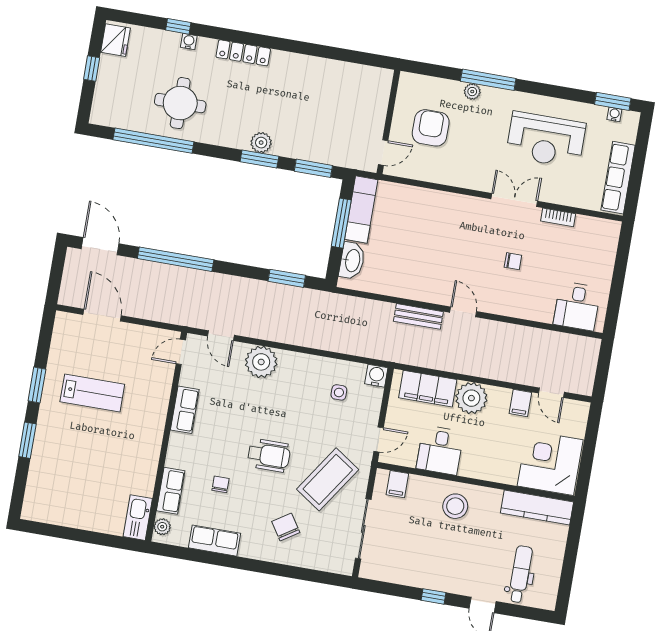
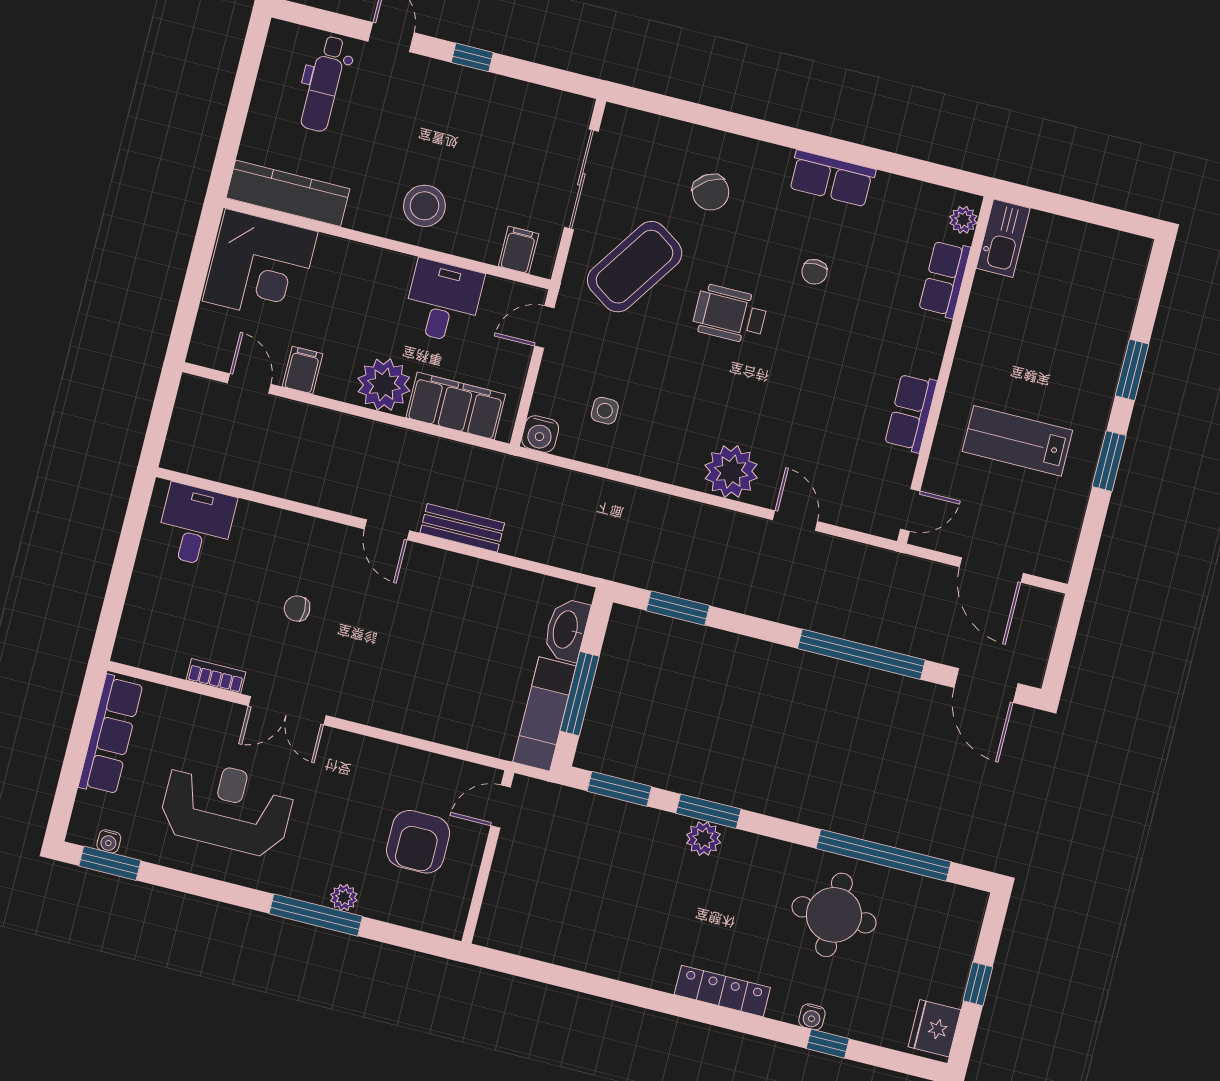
door: (181, 352) -> (910, 510), moved
row of seats: (185, 410) -> (911, 413), moved
wall: (166, 437) -> (945, 370), moved
row of seats: (171, 491) -> (945, 279), moved
kitchen sink: (138, 518) -> (1003, 238), moved
plant: (162, 527) -> (963, 220), moved

